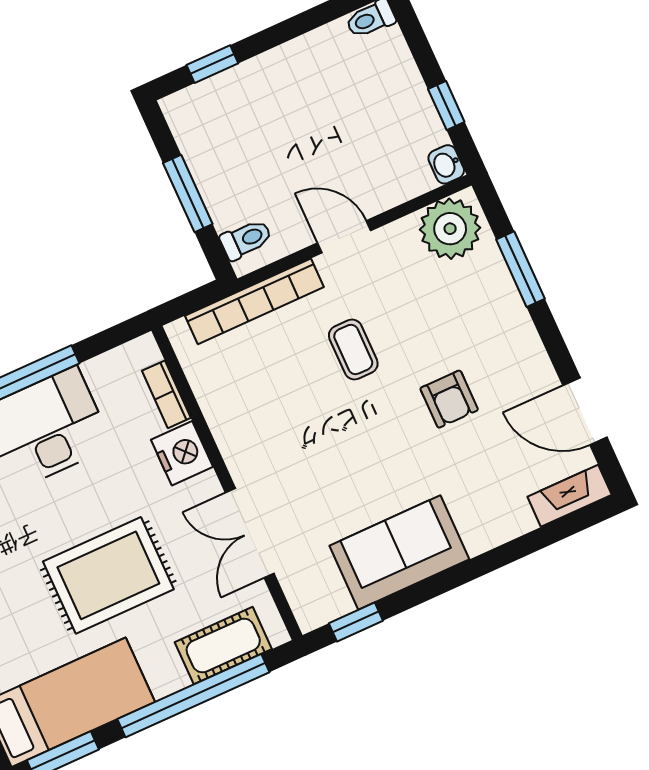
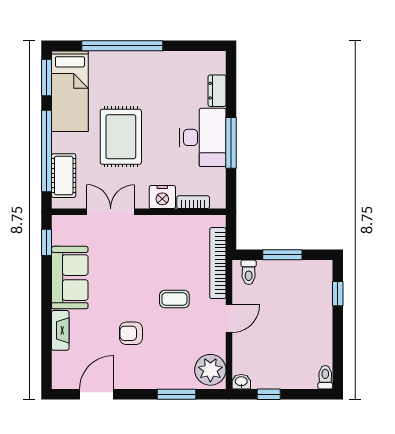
fireplace: (570, 496) -> (60, 330), moved

